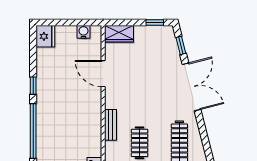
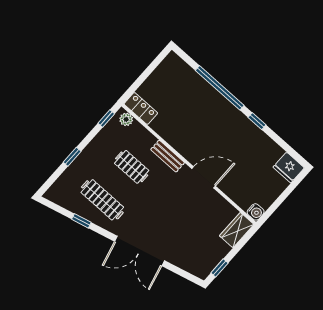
water cooler: (83, 32) -> (256, 212), moved
window: (181, 45) -> (81, 221), moved
door: (103, 74) -> (204, 177), moved

